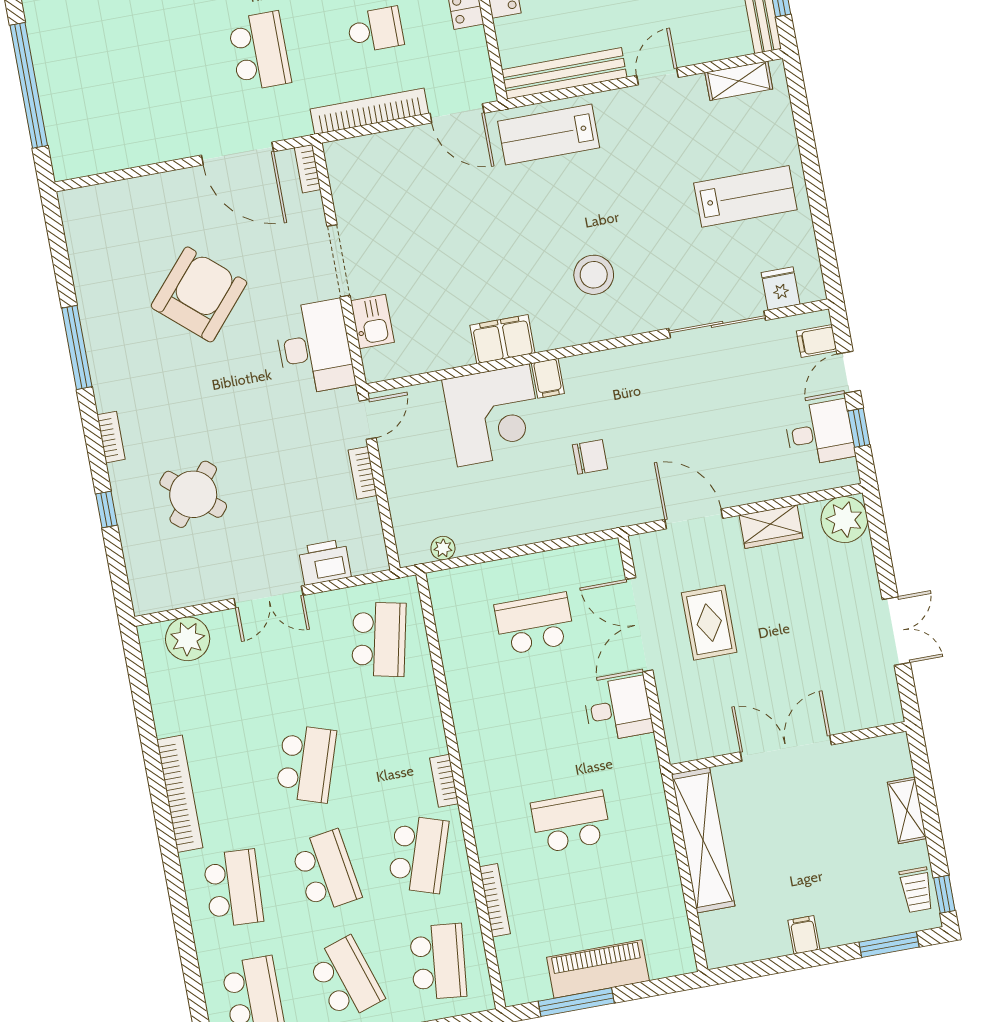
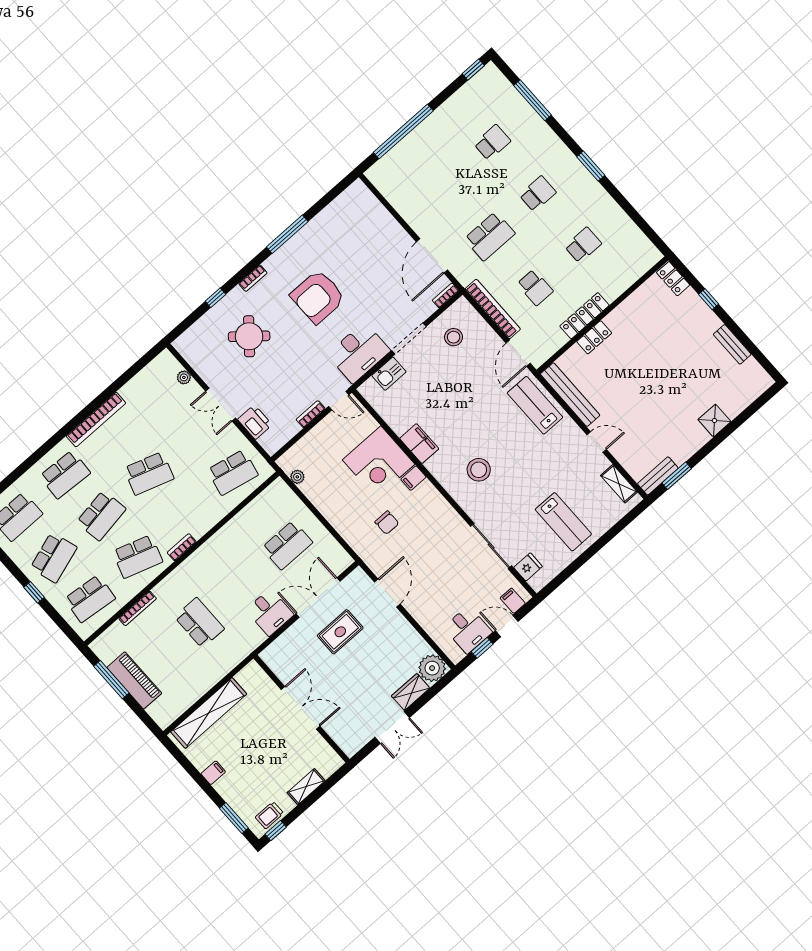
stool: (376, 194) -> (454, 337), added
armchair: (199, 294) -> (318, 297), moved, turned 139
wardrobe: (771, 527) -> (411, 692), moved, turned 90
school desk: (535, 624) -> (287, 545), turned 90
plant: (188, 639) -> (184, 377), width x0.53, depth x0.53
shelving: (703, 840) -> (209, 713), moved

